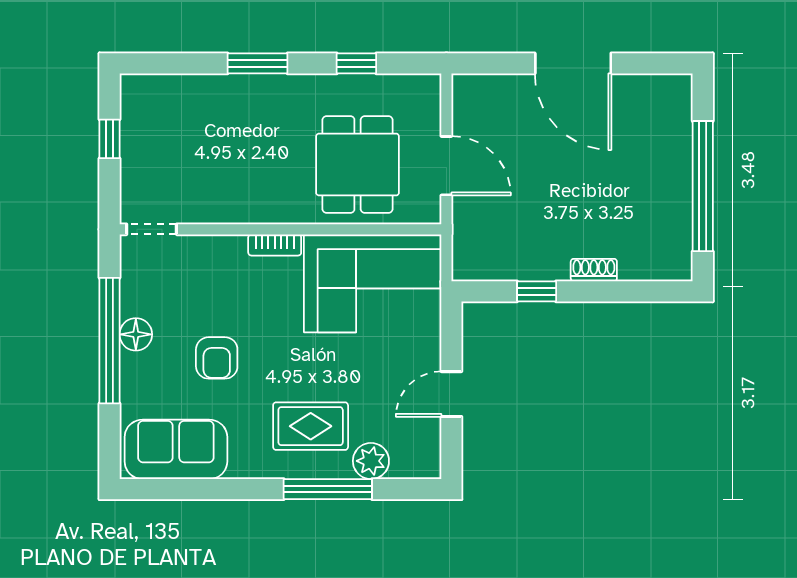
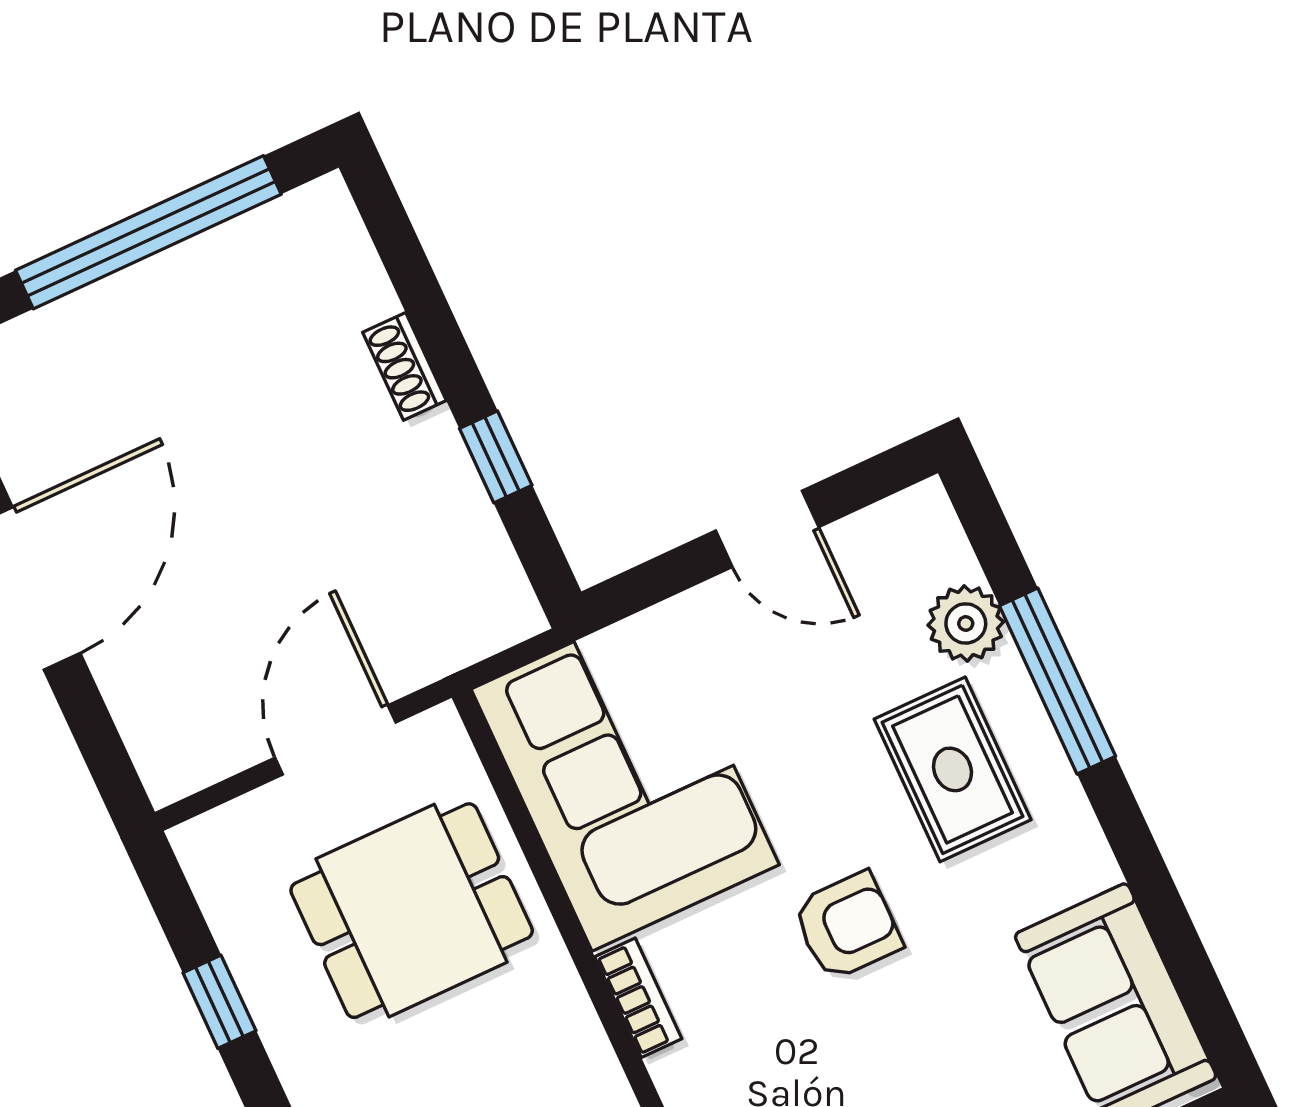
armchair: (217, 358) -> (847, 926), moved

